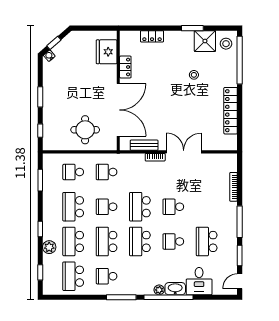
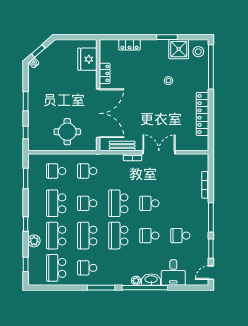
school desk: (207, 241) -> (180, 236), width x0.54

